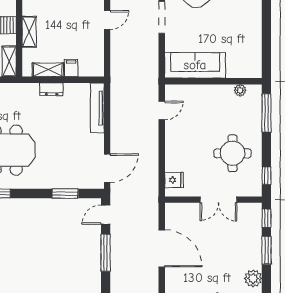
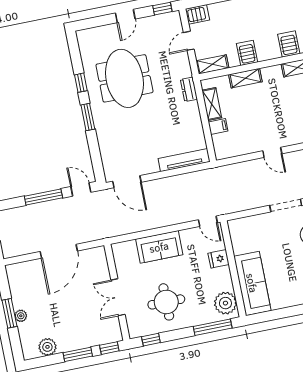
sofa: (195, 65) -> (252, 283), moved
dresser: (52, 89) -> (189, 89), moved
plant: (240, 90) -> (225, 303), width x1.88, depth x1.88
door: (162, 110) -> (208, 221), moved
sofa: (177, 149) -> (159, 247), added
fridge: (174, 180) -> (219, 259), moved, turned 90
window: (65, 194) -> (88, 117), moved

